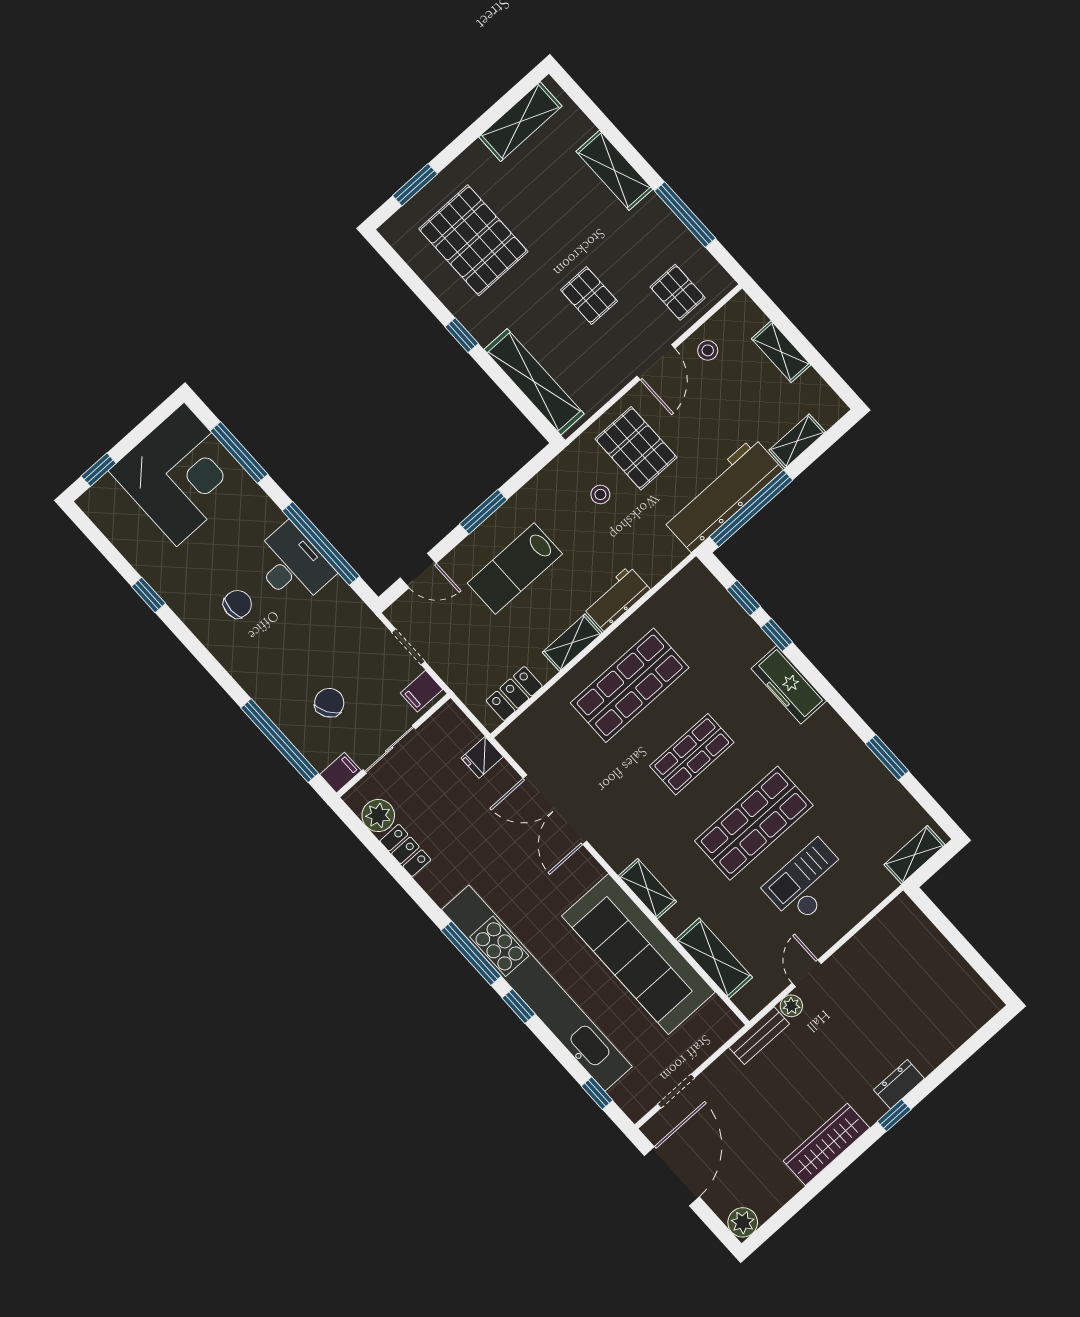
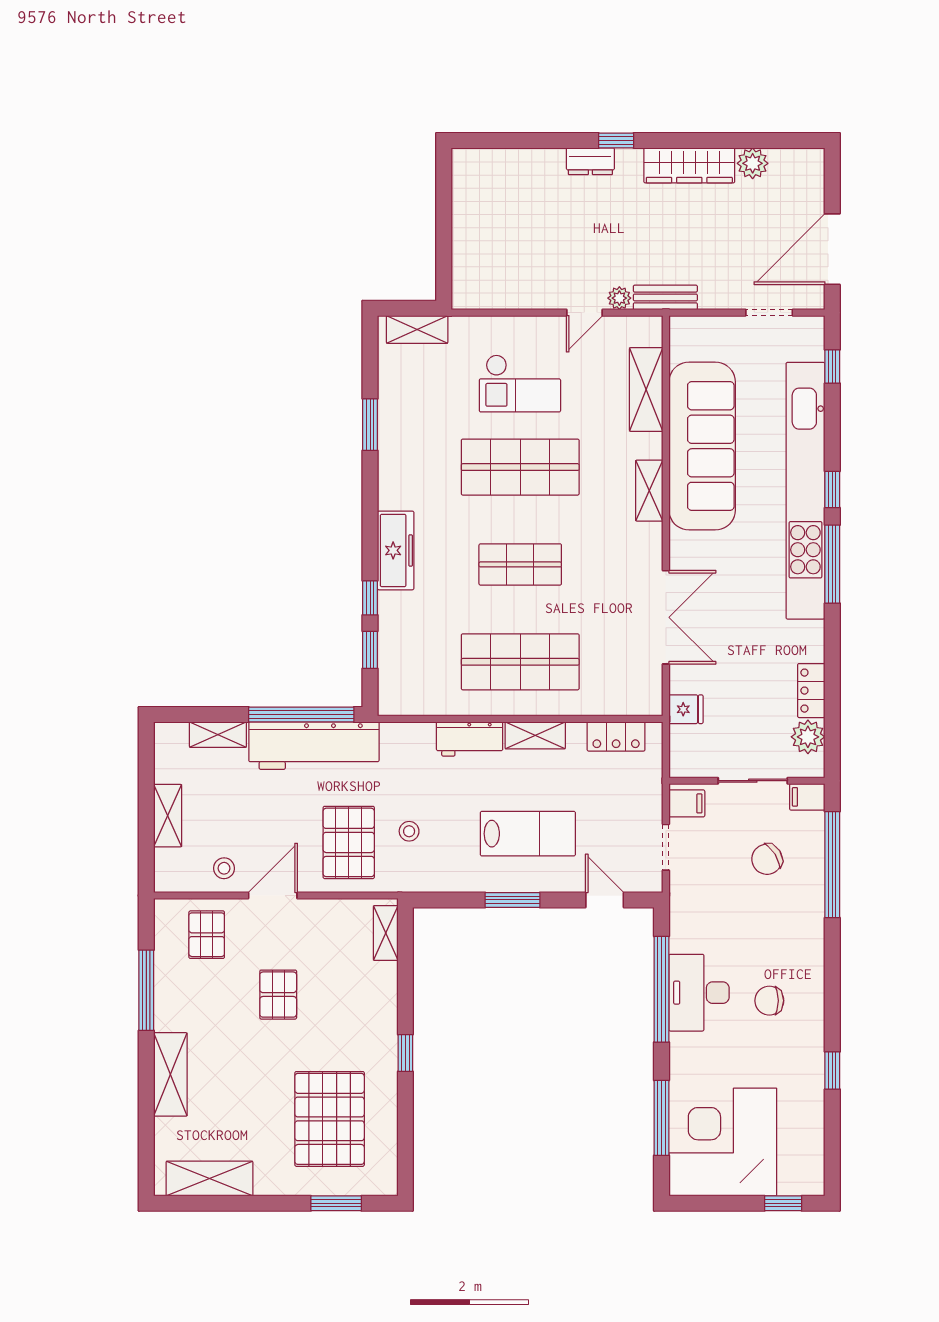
shelving: (534, 382) -> (386, 933), width x0.45, depth x0.75
plant: (743, 1222) -> (753, 163), moved

